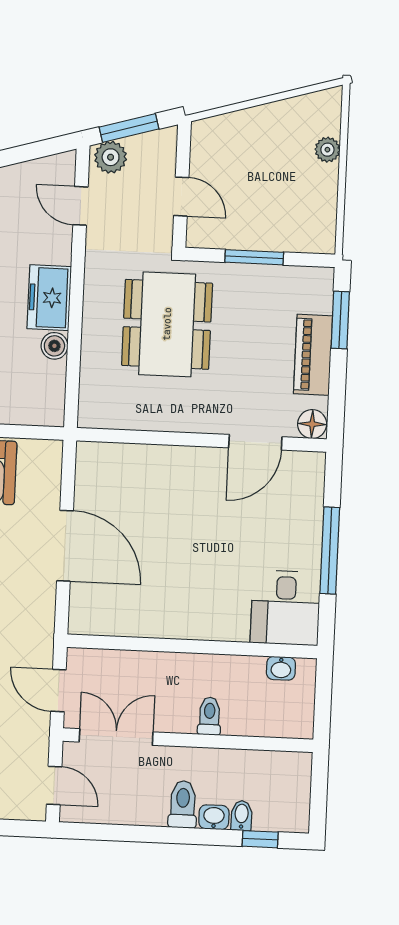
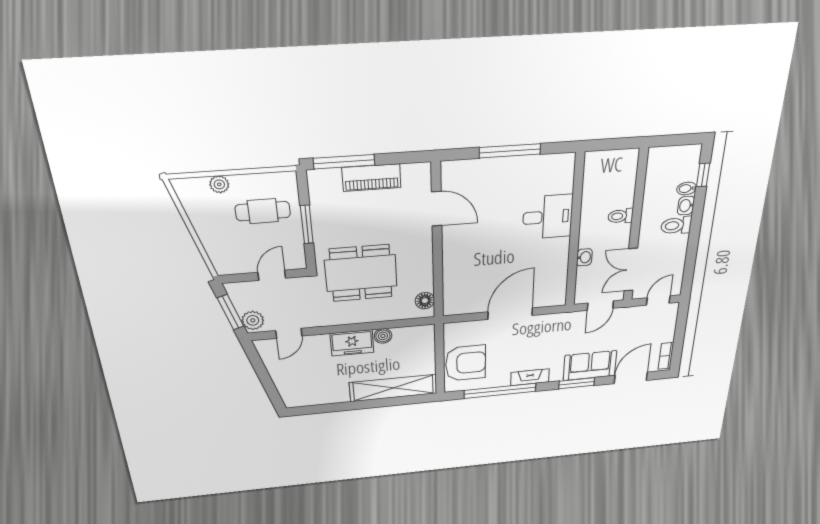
cafe table: (282, 200) -> (263, 211), added
window: (340, 320) -> (344, 162), width x1.44
floor lamp: (312, 424) -> (425, 301), moved
desk: (285, 608) -> (548, 217), moved
washbasin: (281, 668) -> (584, 257), moved

